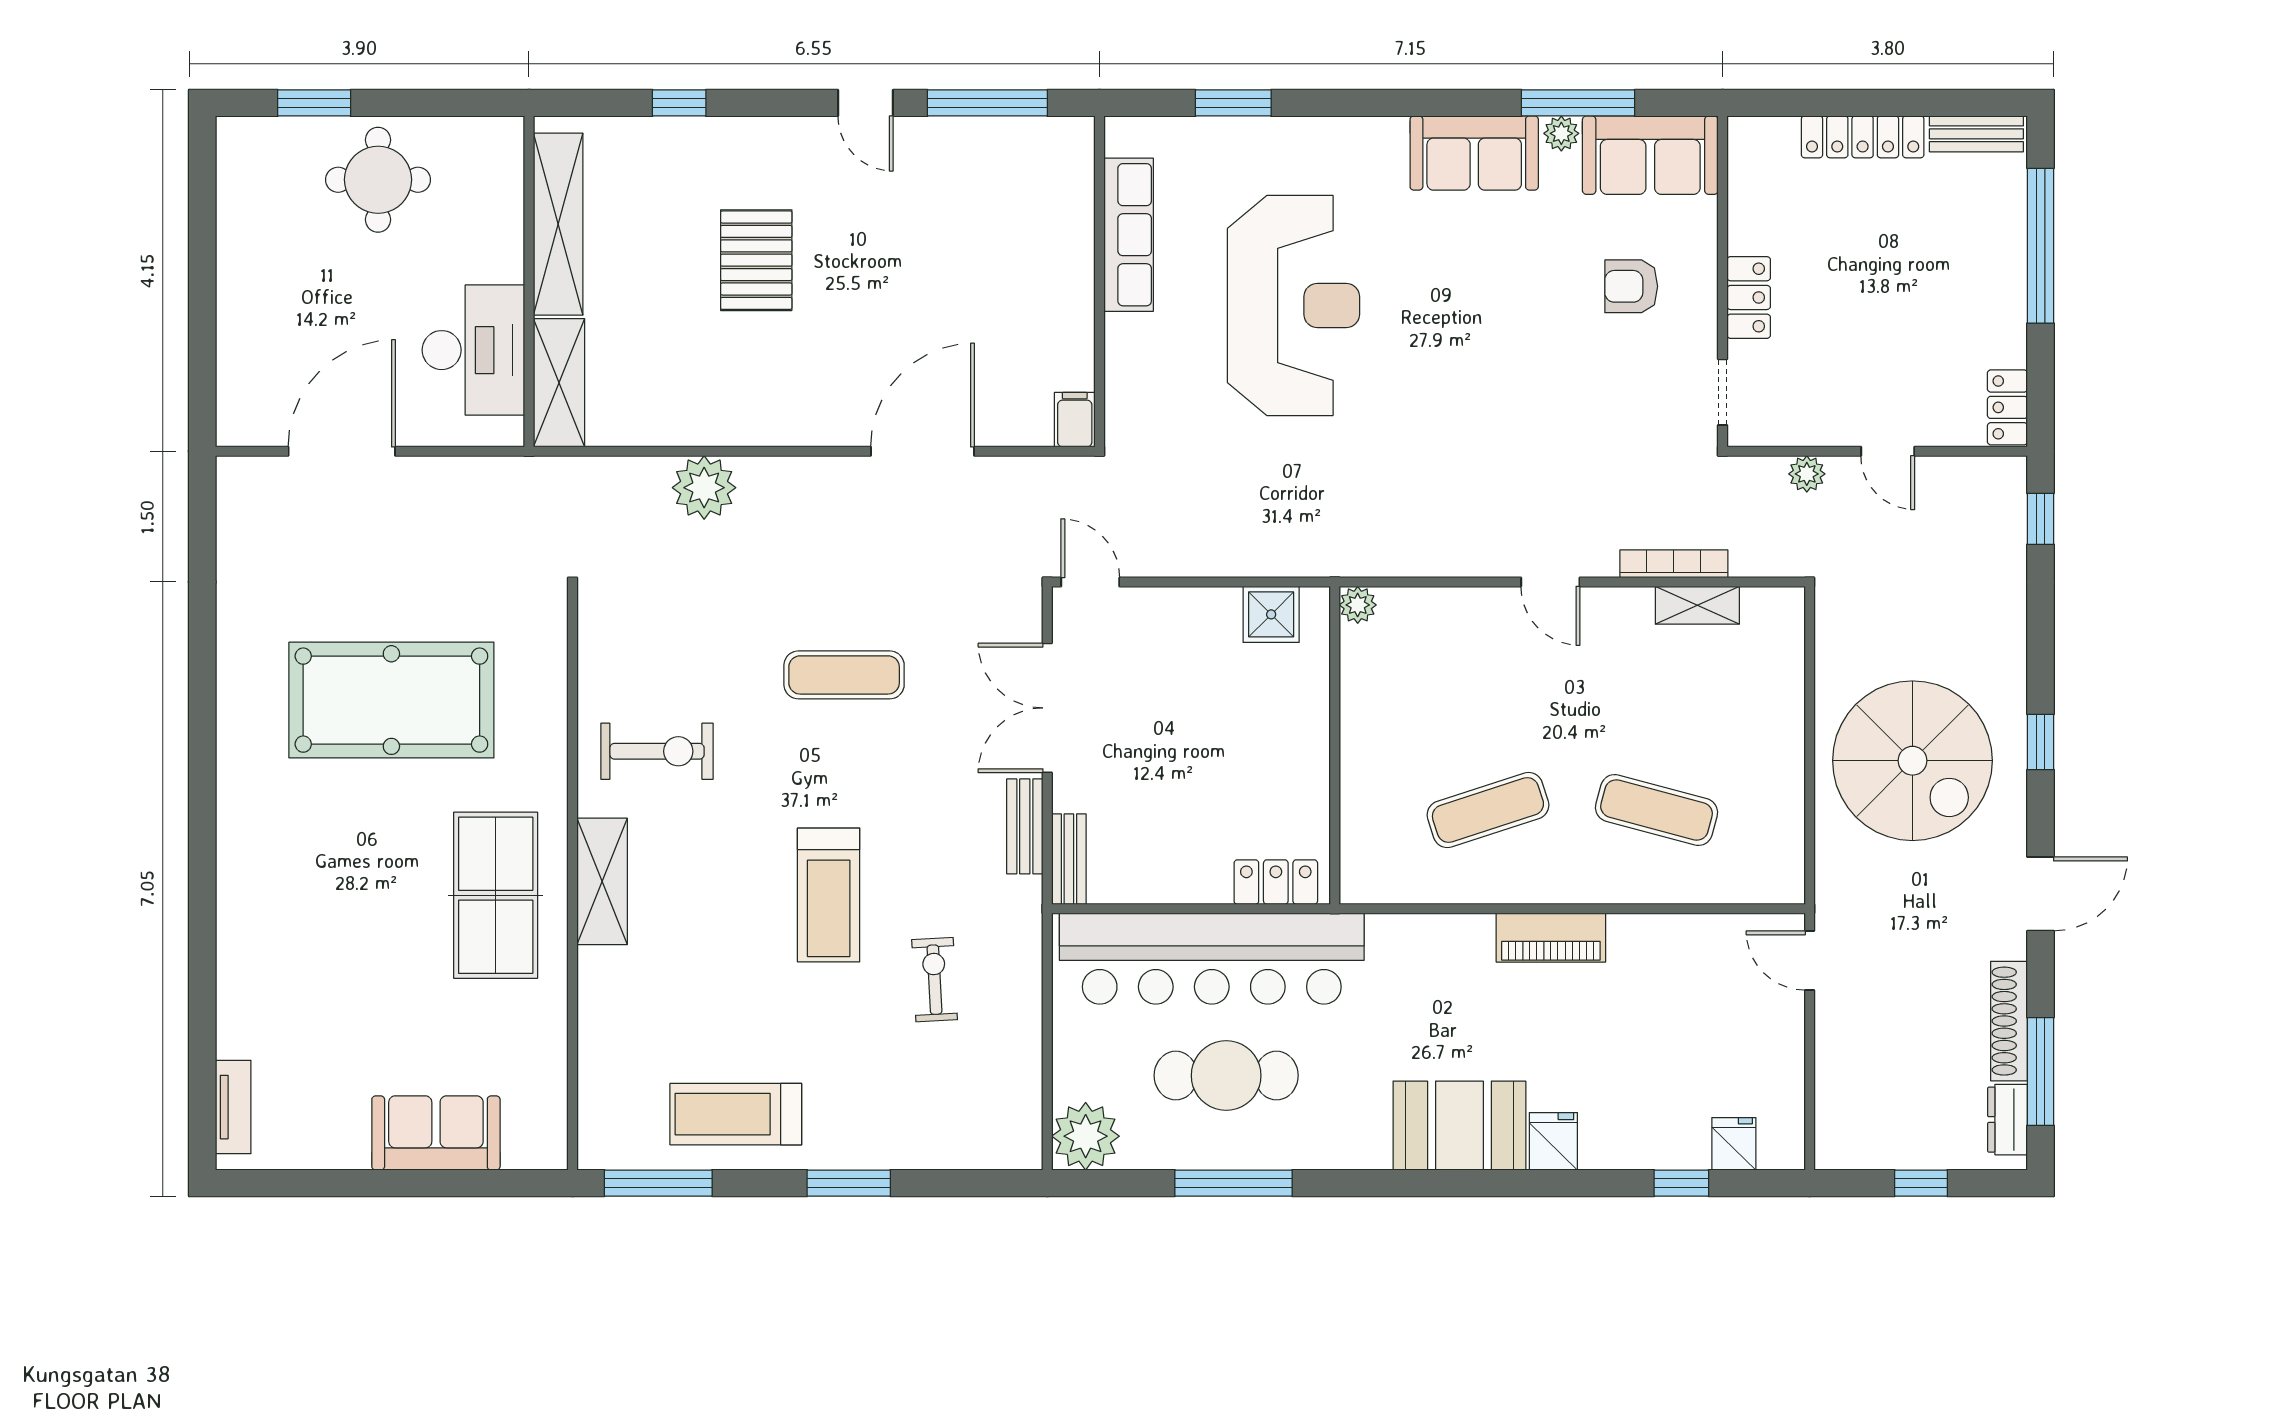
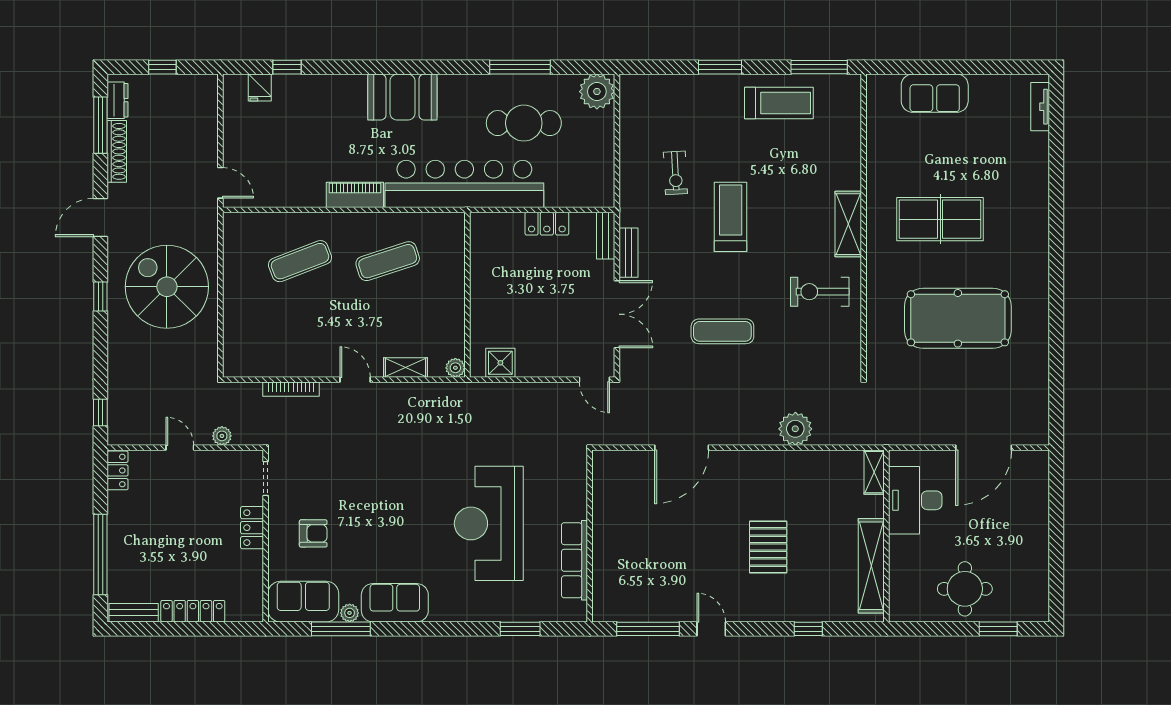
shelving: (559, 383) -> (874, 472), width x0.67, depth x0.75
filing cabinet: (1075, 420) -> (603, 464), removed
shelving: (1697, 605) -> (406, 368), moved
exercise mat: (1657, 810) -> (300, 261), turned -36
locker: (1276, 882) -> (547, 224), moved
table tennis table: (496, 895) -> (940, 219), moved, turned 90
bar counter: (1212, 959) -> (464, 184), moved
fridge: (1553, 1141) -> (354, 89), removed

